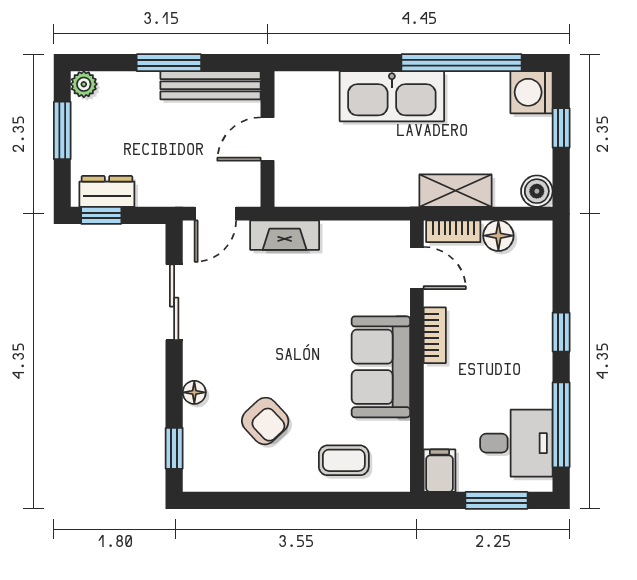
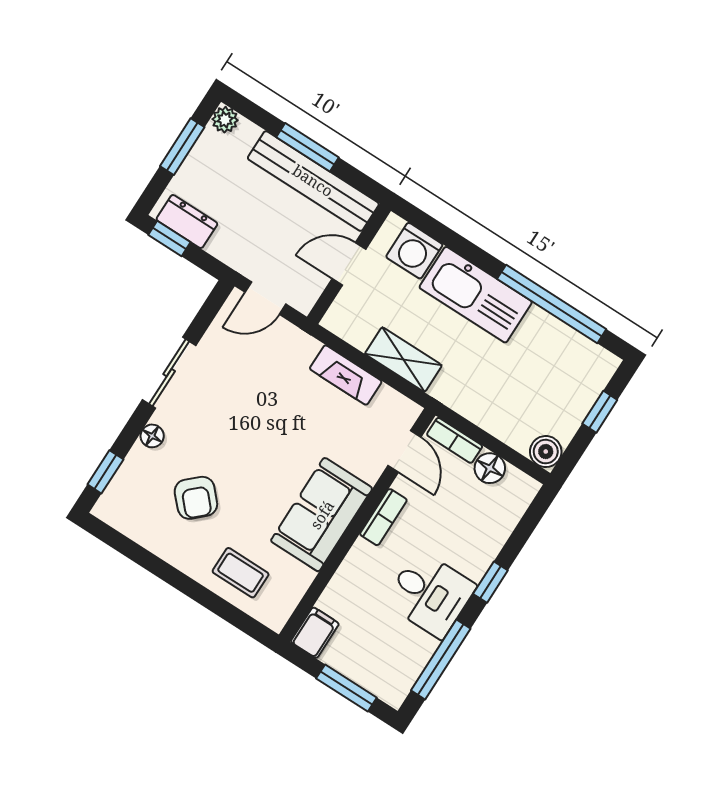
bench: (211, 85) -> (313, 181), width x1.37, depth x1.21
washing machine: (531, 92) -> (414, 251), moved, turned -90
shelving: (456, 191) -> (403, 360), moved
fireplace: (285, 235) -> (346, 375), moved
sliding door: (174, 302) -> (169, 373), moved
desk: (516, 443) -> (430, 594), moved

